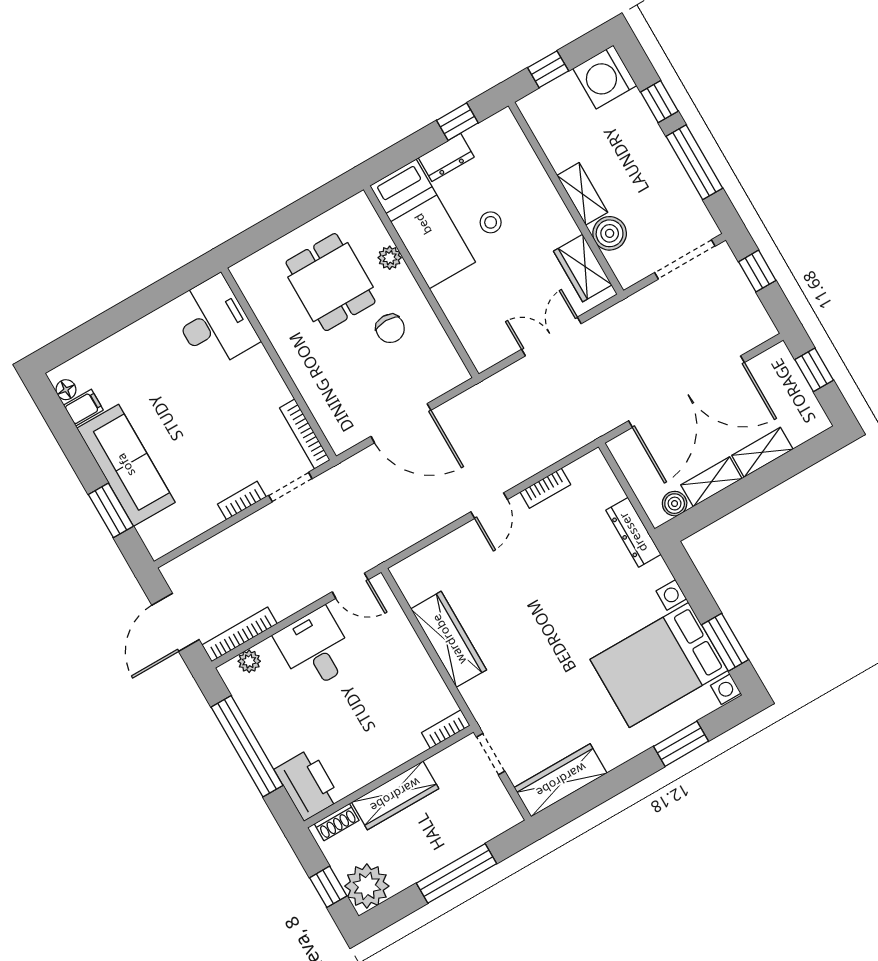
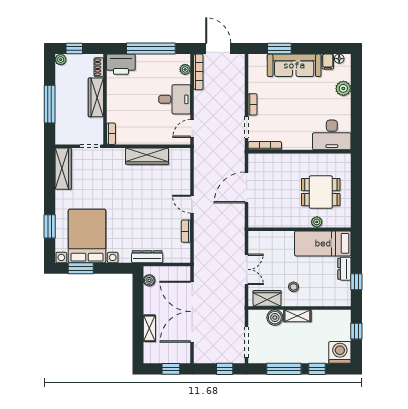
stool: (491, 222) -> (294, 287), moved
chair: (390, 328) -> (288, 206), removed
plant: (116, 351) -> (343, 88), added
shelving: (711, 482) -> (149, 301), removed
plant: (367, 886) -> (61, 60), width x0.53, depth x0.53

